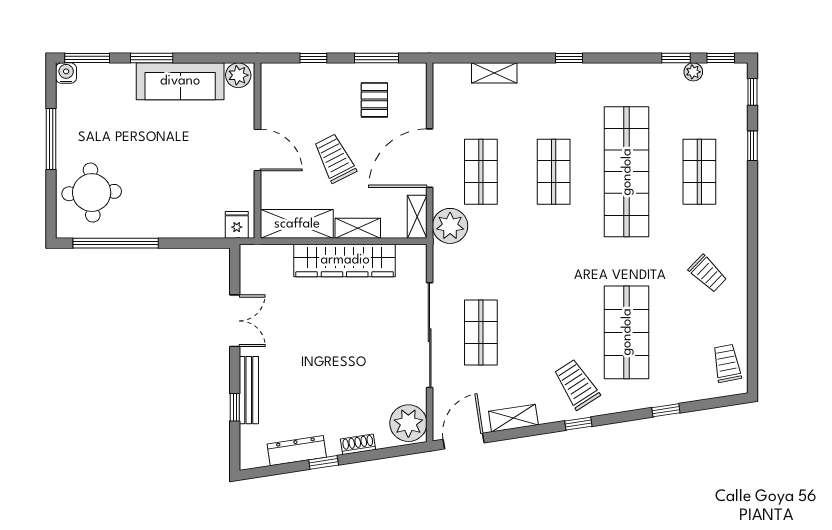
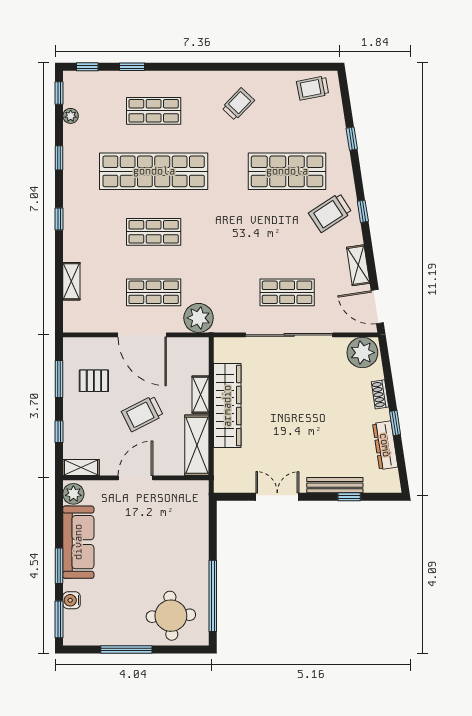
window: (676, 58) -> (59, 158), moved
water cooler: (66, 73) -> (72, 600), moved
shelving: (417, 217) -> (81, 467), moved
fridge: (237, 225) -> (198, 495), removed

